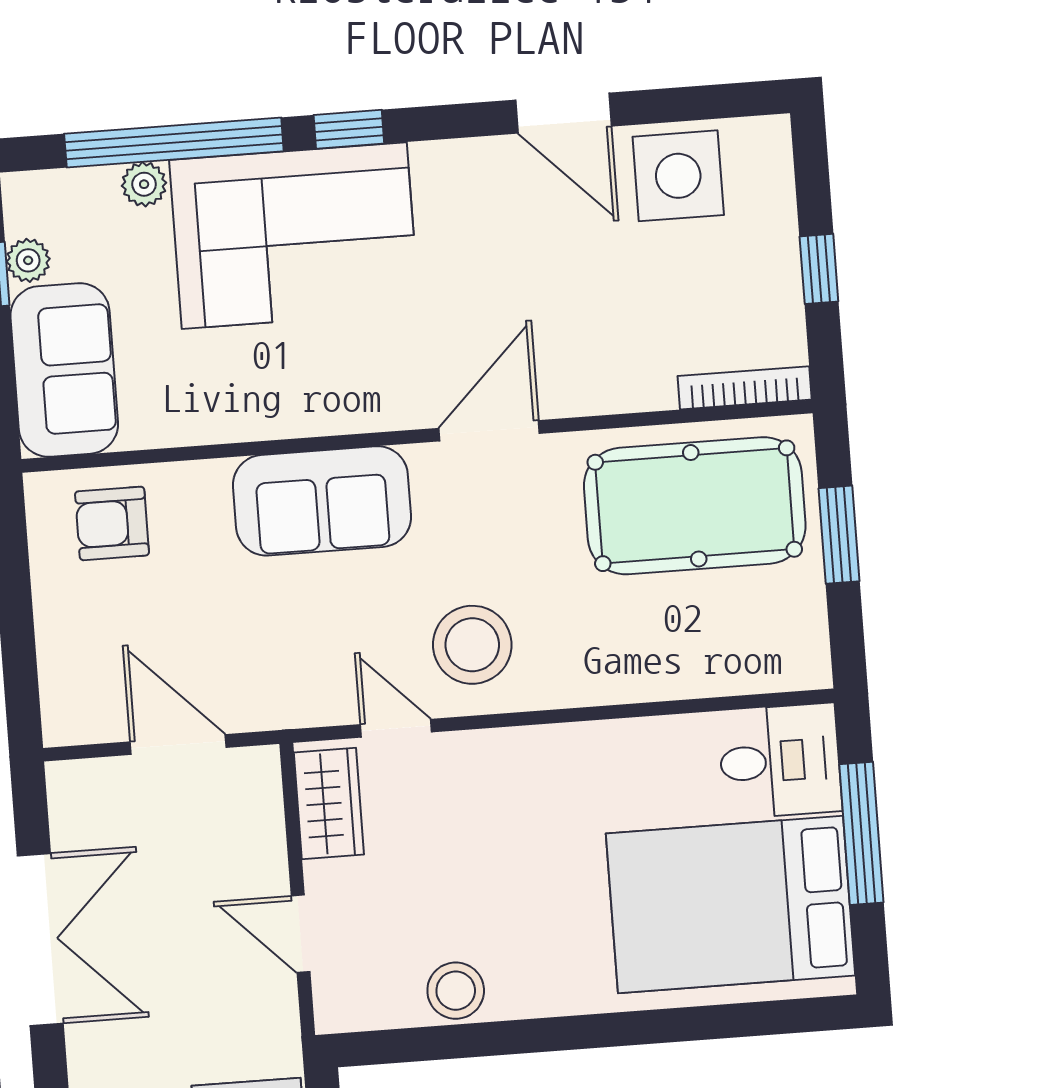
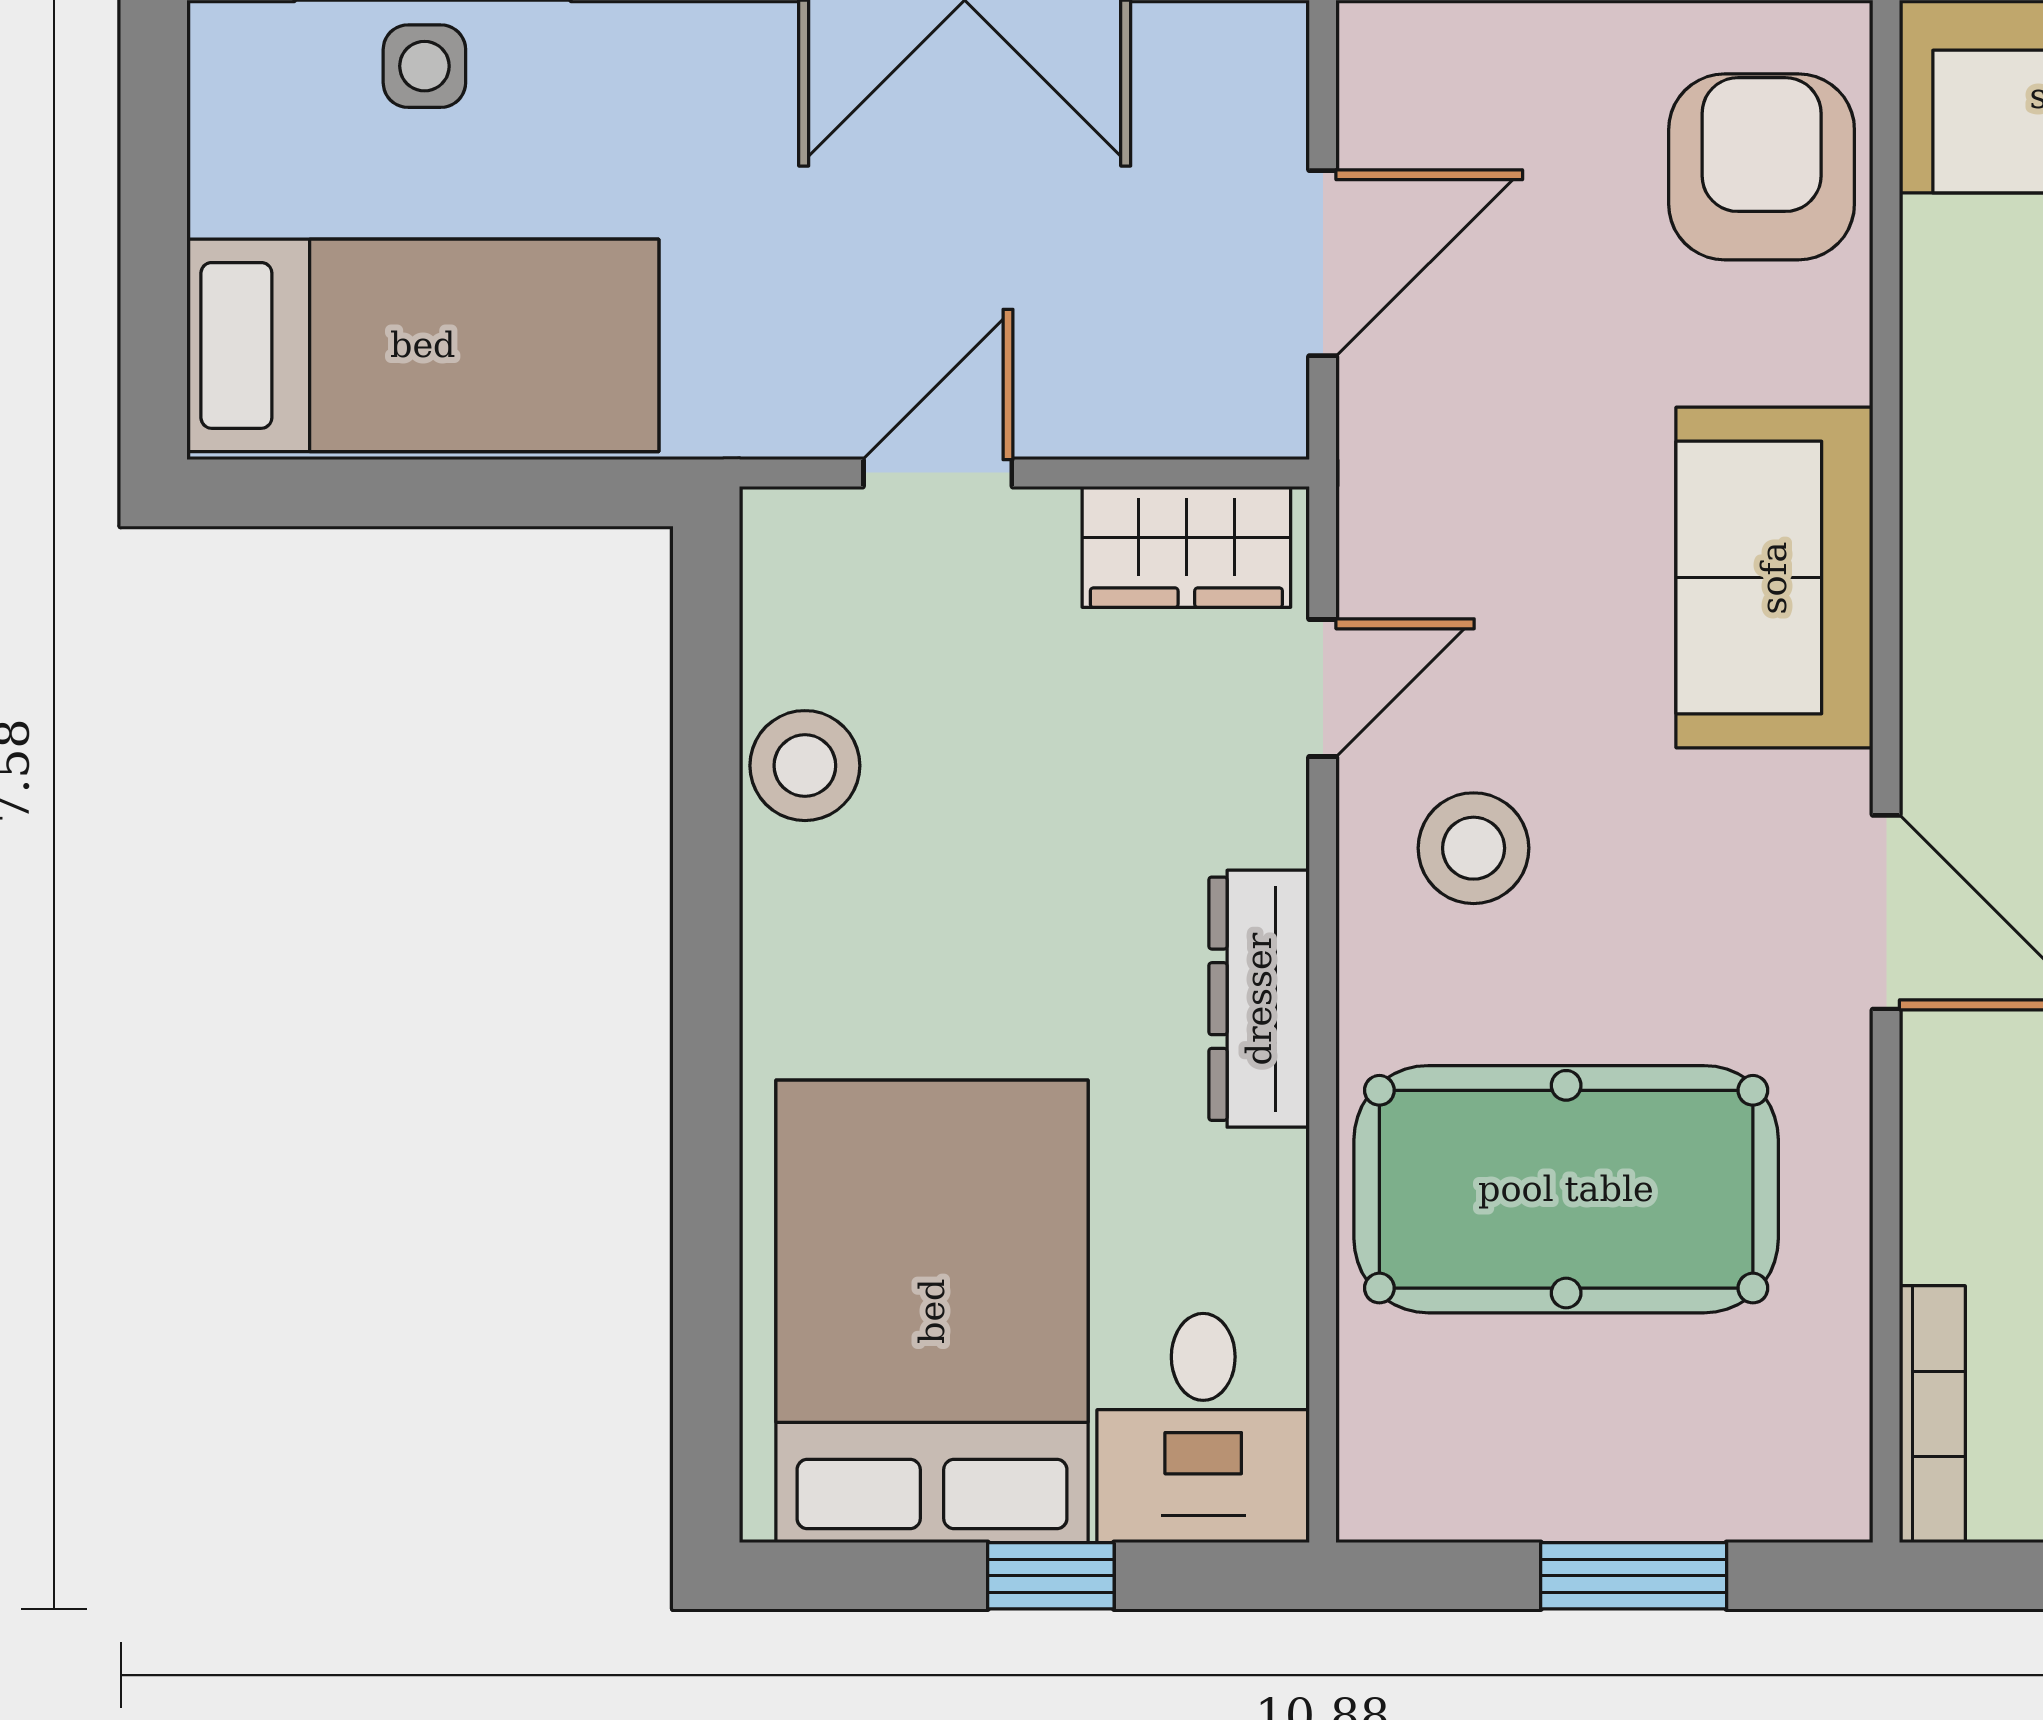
pool table: (695, 506) -> (1566, 1189), moved, turned 90
armchair: (112, 523) -> (1762, 167), width x1.38, depth x1.38
stool: (472, 645) -> (1474, 848), width x0.73, depth x0.73
dresser: (558, 749) -> (1259, 999), added
window: (861, 833) -> (1051, 1576), width x0.46

